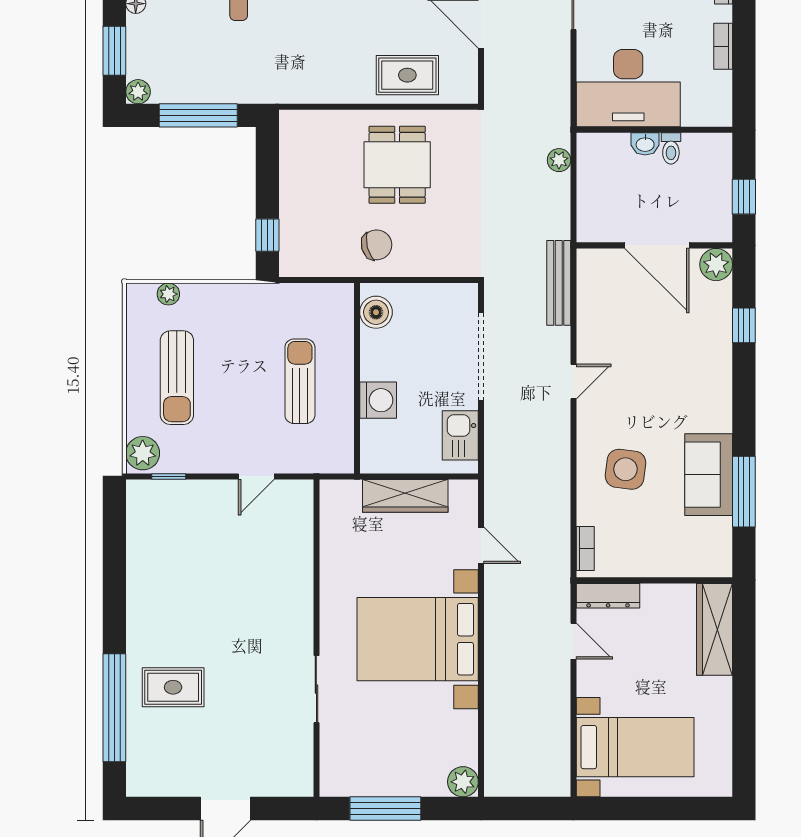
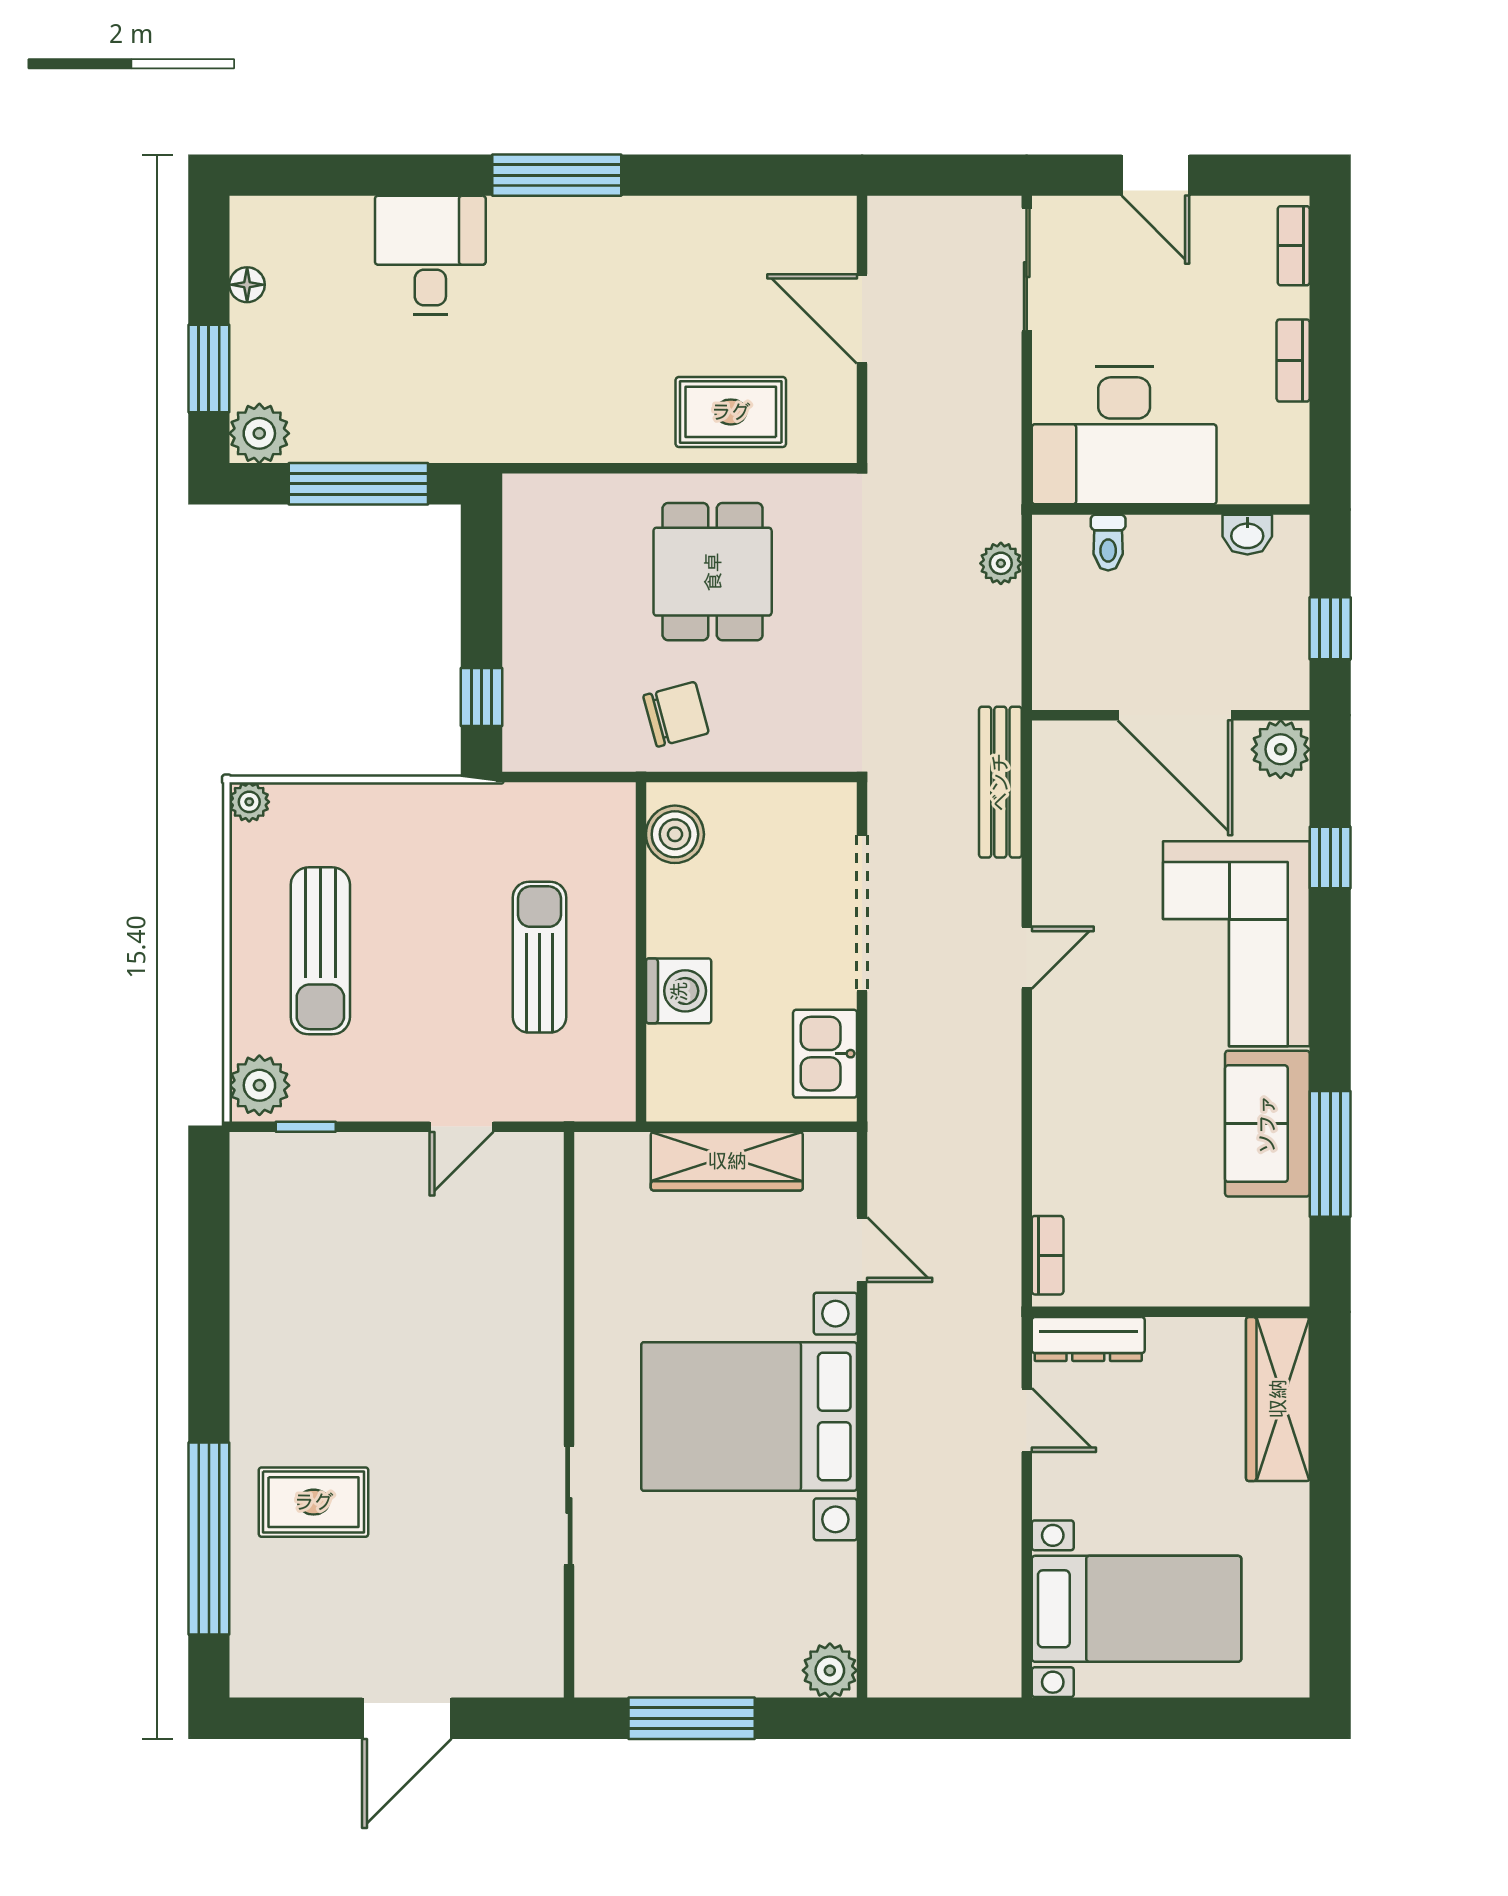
plant: (138, 92) -> (259, 433), width x1.38, depth x1.38
washbasin: (645, 144) -> (1247, 535), moved
toilet: (671, 148) -> (1108, 543), moved
plant: (168, 294) -> (249, 802), moved
corner sofa: (691, 374) -> (1236, 944), added
side table: (625, 469) -> (1119, 1114), removed

